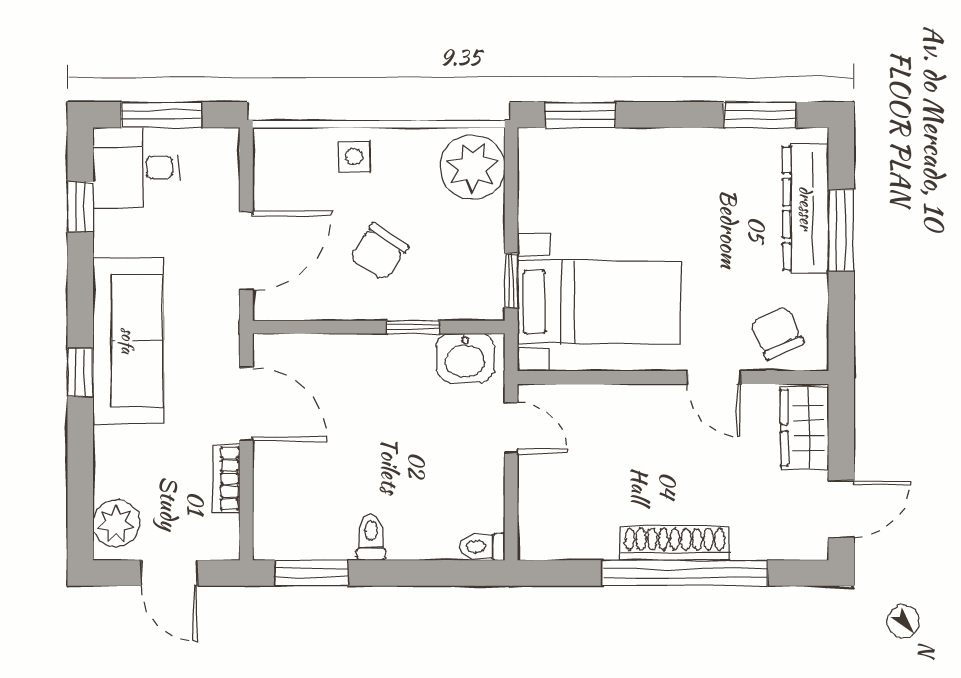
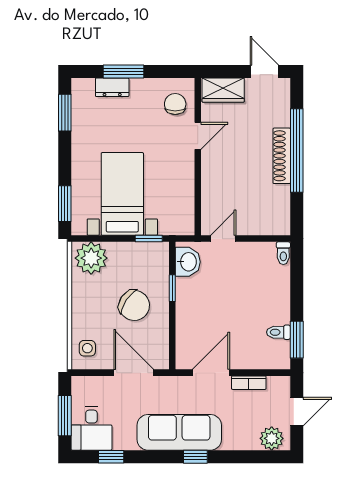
side table: (354, 156) -> (87, 348), moved
dresser: (806, 208) -> (112, 87), width x0.51, depth x0.80
chair: (379, 252) -> (134, 305), width x1.37, depth x1.37
bed with nightstands: (599, 302) -> (122, 194), moved
chair: (777, 333) -> (175, 104), turned 115
toilet: (371, 537) -> (278, 332), moved

